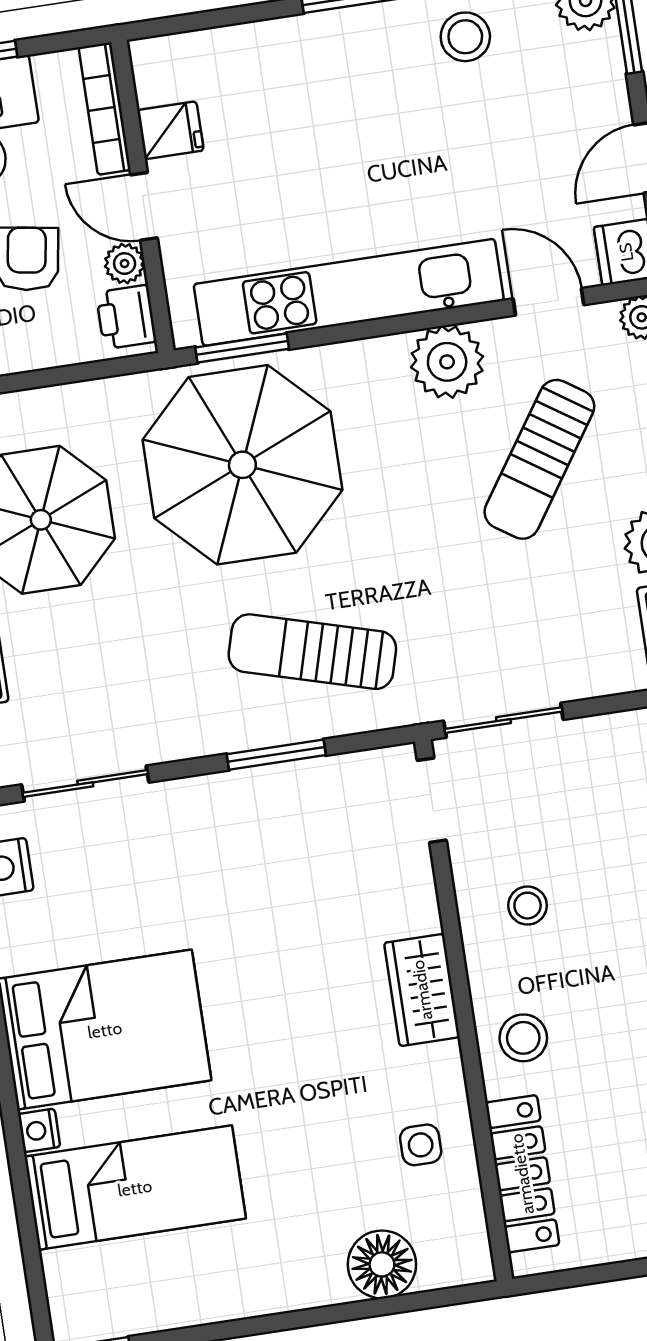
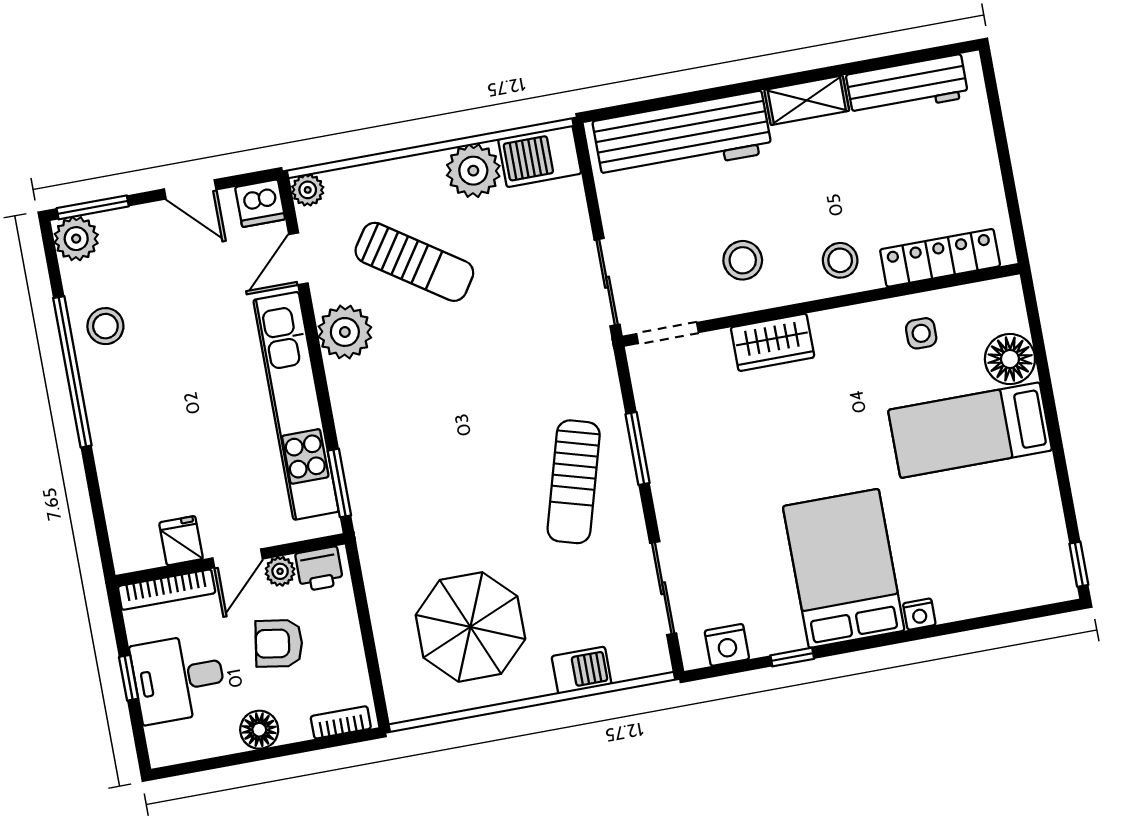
parasol: (242, 465) -> (425, 480), removed
sun lounger: (312, 652) -> (574, 482), moved
stool: (528, 906) -> (743, 260), width x1.37, depth x1.37
wardrobe: (422, 990) -> (773, 342), moved
bed: (135, 1188) -> (970, 430), moved, turned -90

